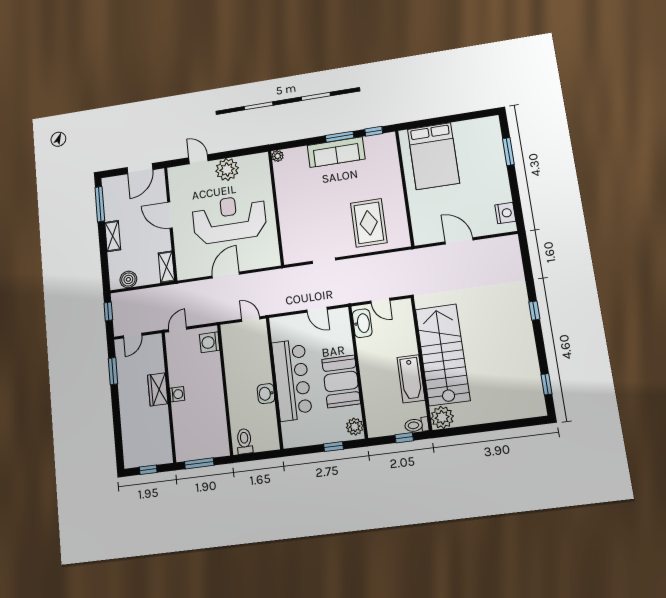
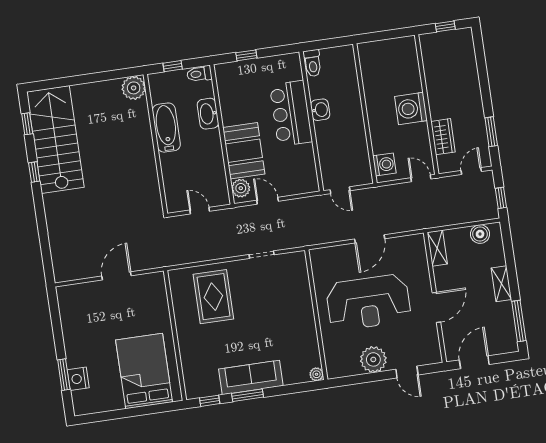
nightstand: (505, 213) -> (78, 379), moved
door: (170, 215) -> (436, 307), hinge flipped
door: (459, 241) -> (116, 276), swing flipped
window: (534, 311) -> (34, 172), moved
washbasin: (362, 323) -> (208, 114), moved
door: (178, 329) -> (421, 178), swing flipped
stairs: (443, 355) -> (55, 140), moved, turned 180
bar counter: (292, 380) -> (291, 113), width x0.73
booth: (341, 381) -> (244, 151), moved
wardrobe: (158, 389) -> (443, 137), moved
washing machine: (177, 394) -> (411, 108), width x1.89, depth x1.89
toilet: (417, 425) -> (199, 74), moved, turned 180
plant: (355, 427) -> (241, 188), moved
toilet: (244, 441) -> (313, 63), moved
window: (199, 463) -> (390, 34), removed

